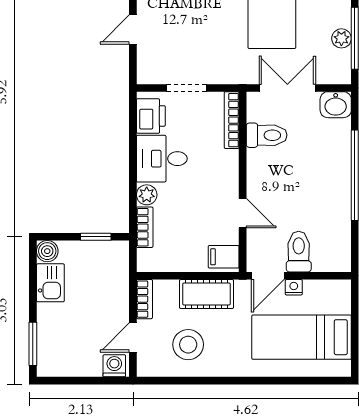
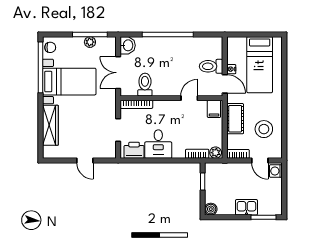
plant: (147, 195) -> (216, 153), moved
kitchen sink: (50, 283) -> (246, 207), moved

